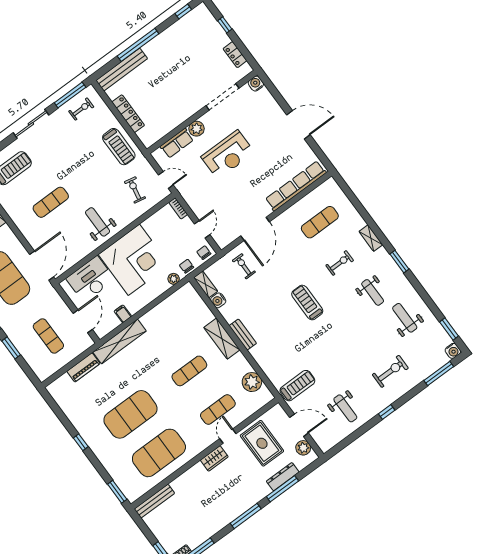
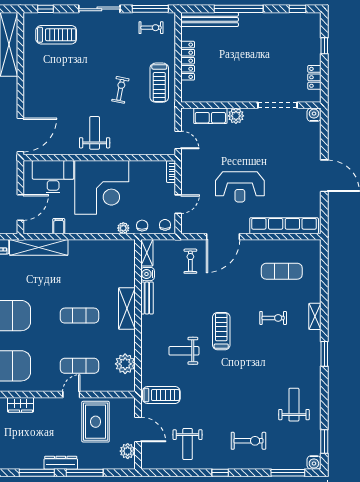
reception desk: (228, 155) -> (240, 187), moved
exercise bike: (135, 190) -> (120, 90), moved
exercise mat: (51, 202) -> (67, 87), removed
weight bench: (373, 292) -> (184, 351), moved, turned 90
bench: (243, 335) -> (147, 298), moved
wardrobe: (214, 458) -> (20, 405), moved
dresser: (283, 477) -> (61, 463), moved

